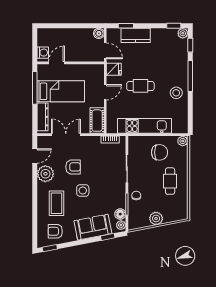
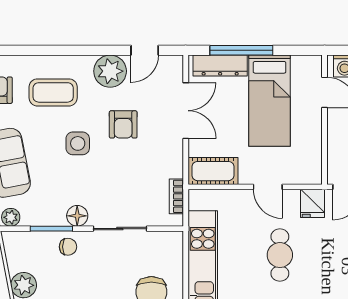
window: (35, 88) -> (241, 50), moved
door: (35, 156) -> (145, 50), hinge flipped
floor lamp: (120, 214) -> (77, 216), moved

